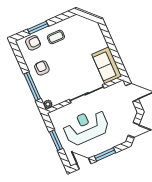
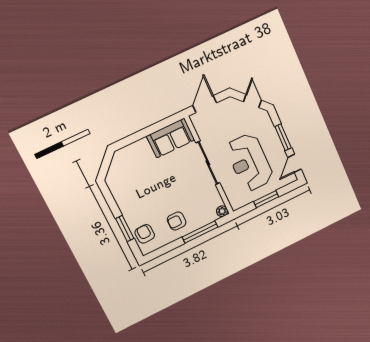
coffee table: (56, 37) -> (136, 205), removed

